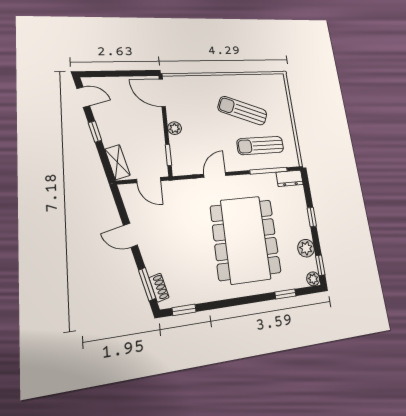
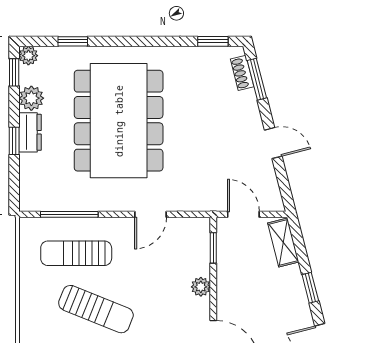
sun lounger: (260, 145) -> (76, 253), turned 180
dresser: (290, 178) -> (30, 132), moved, turned 90

